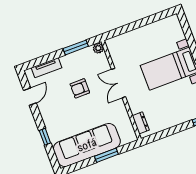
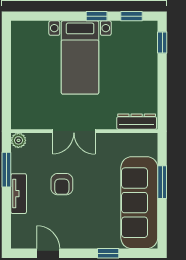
tv unit: (46, 68) -> (19, 194), moved
dresser: (141, 123) -> (137, 122), width x1.44

